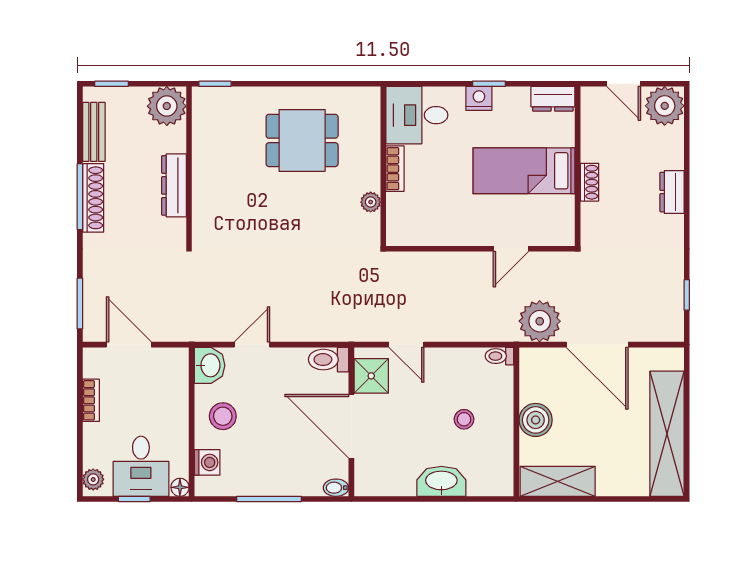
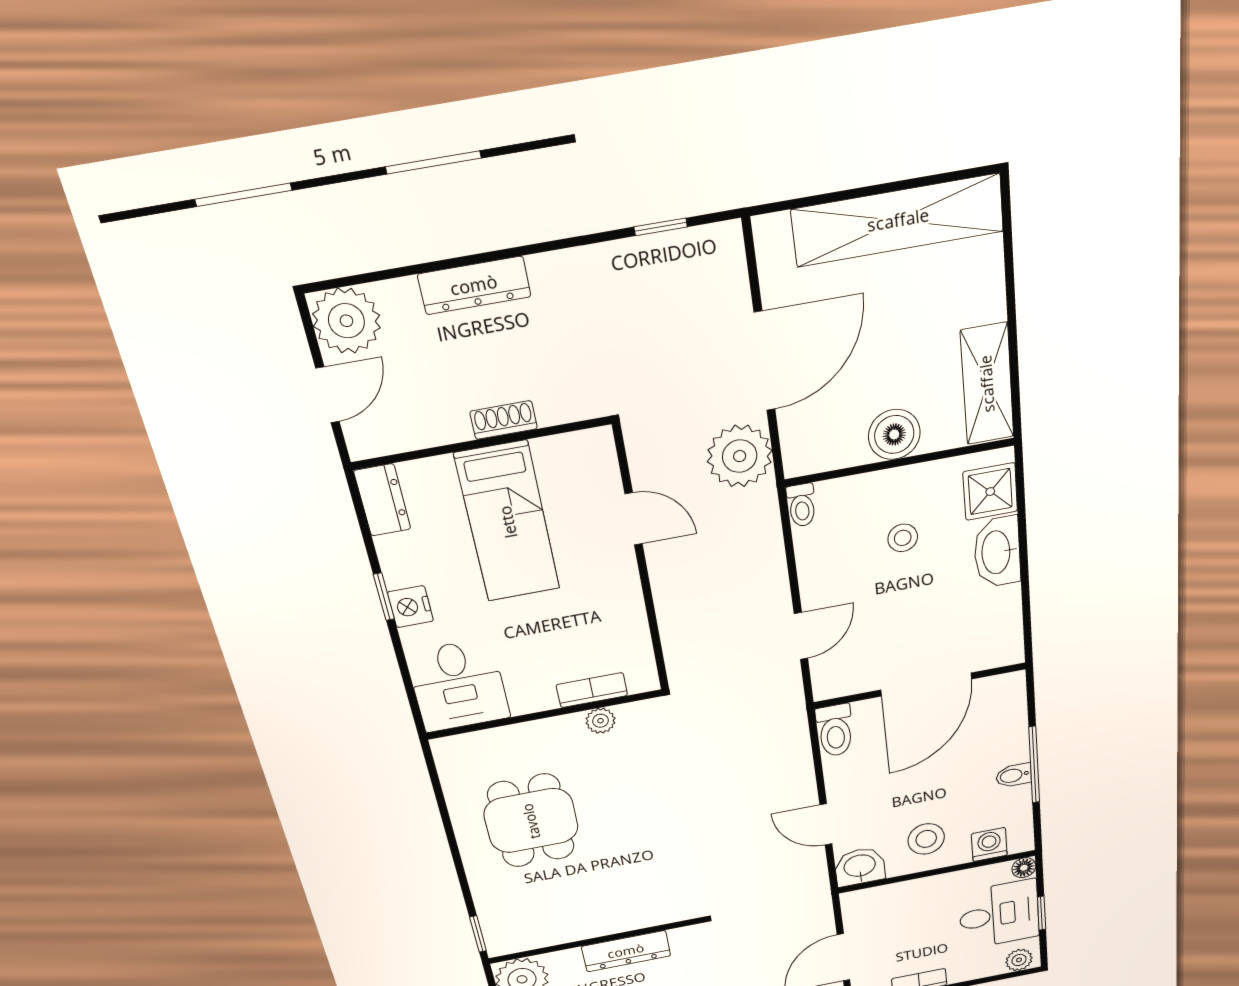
bookcase: (395, 169) -> (592, 690), moved
dresser: (672, 192) -> (474, 285), width x1.44
shower: (371, 376) -> (990, 492), moved
bidet: (336, 488) -> (1014, 775), moved, turned 90

